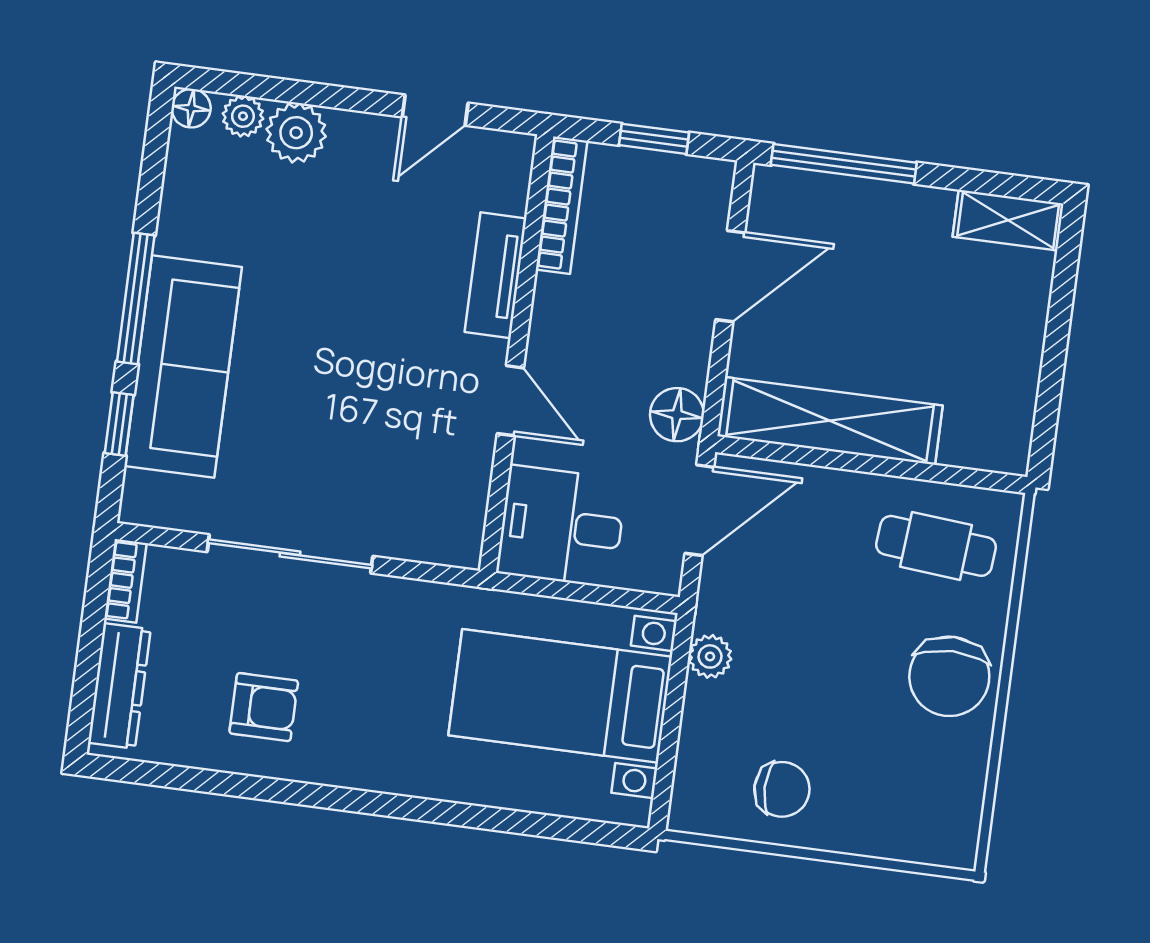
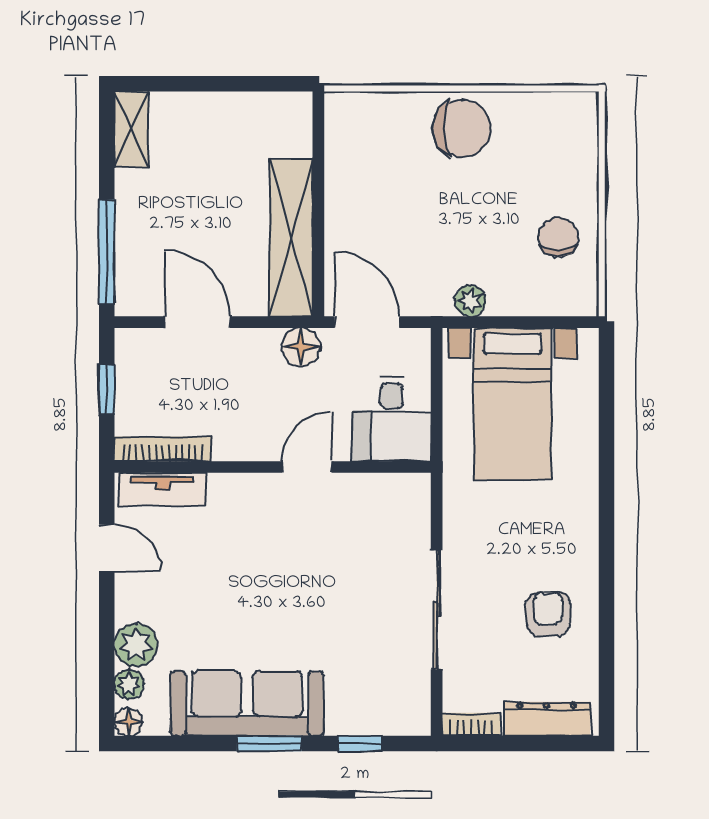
tv unit: (496, 275) -> (162, 489), moved
window: (136, 298) -> (269, 744), width x0.69
sofa: (183, 366) -> (247, 703), moved
cafe table: (936, 546) -> (370, 150), removed

